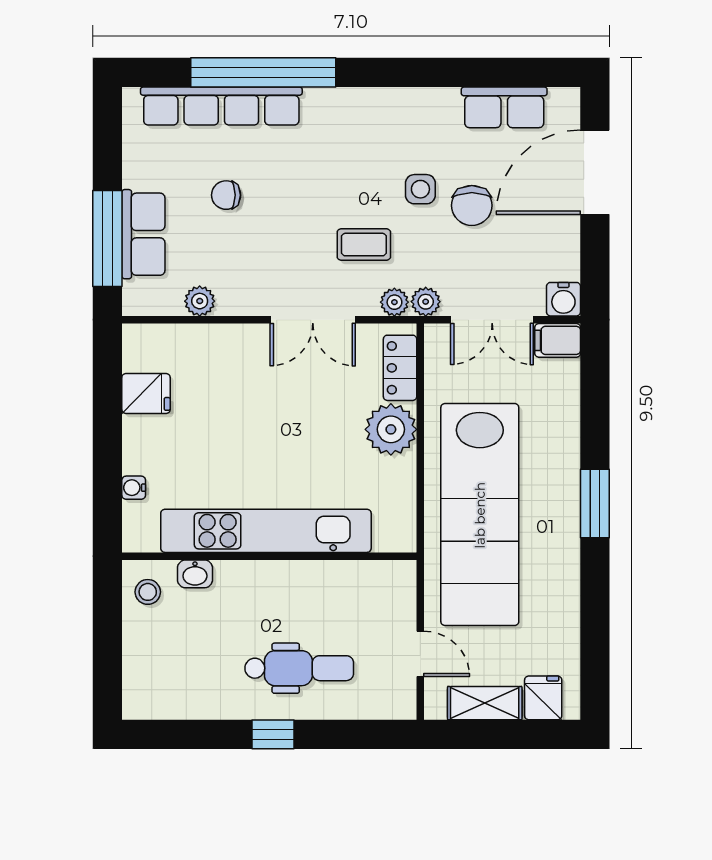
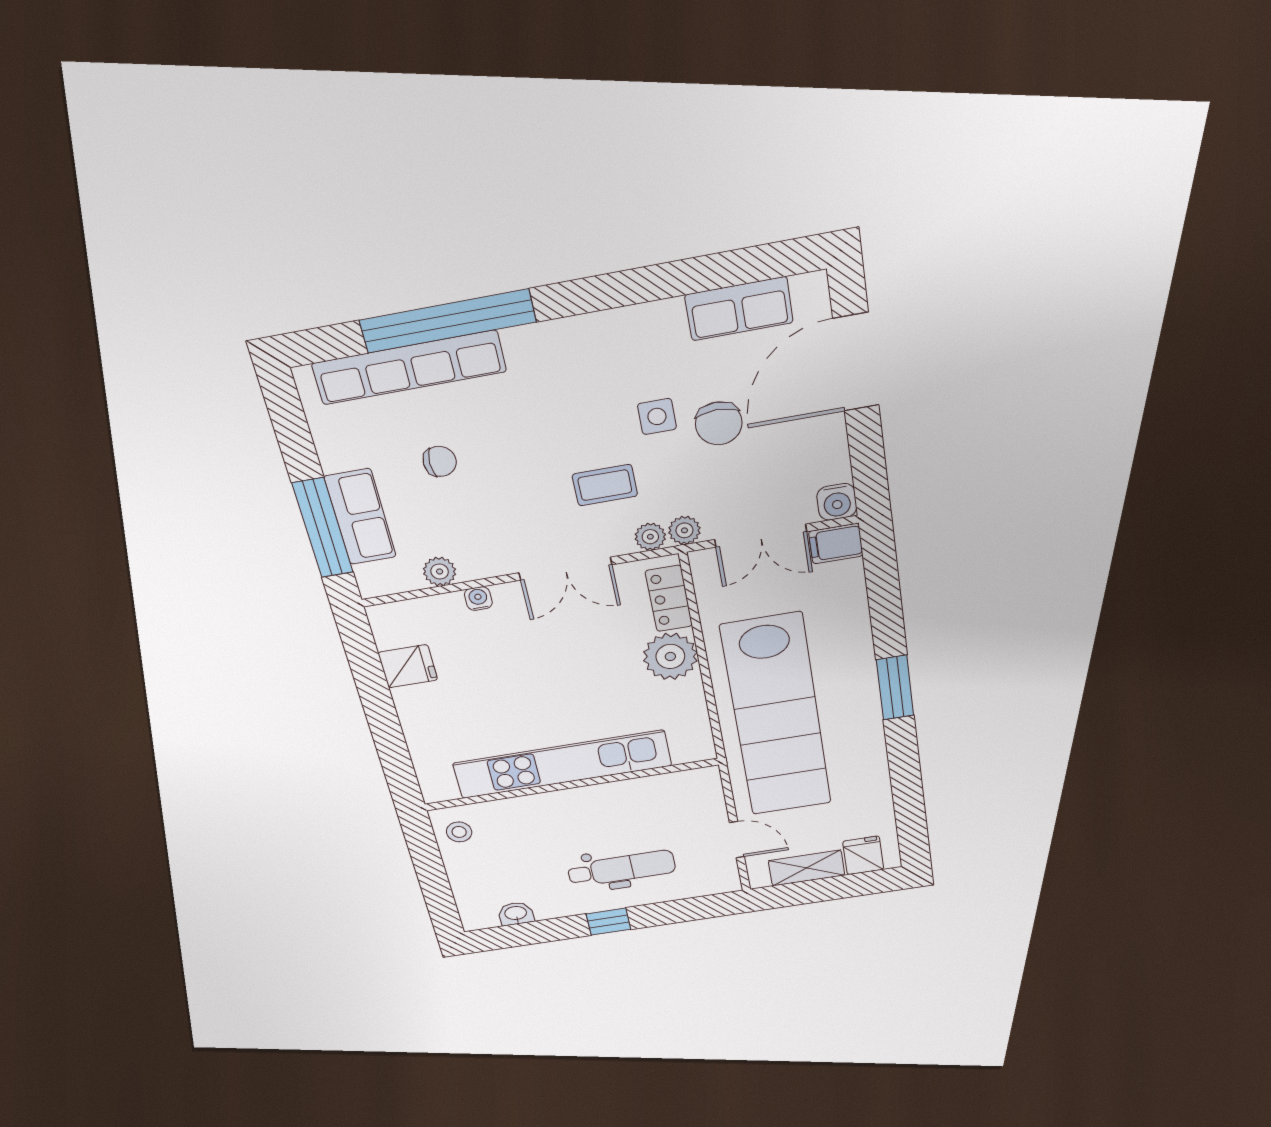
chair: (226, 195) -> (440, 461), turned 180
water cooler: (134, 488) -> (478, 599), moved, turned 90
washbasin: (195, 574) -> (516, 914), moved, turned 180

